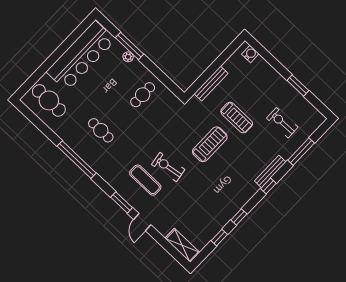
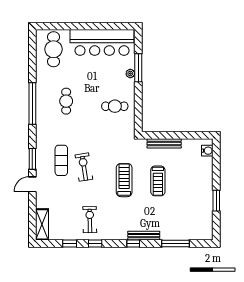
exercise bike: (282, 123) -> (90, 220), moved
treadmill: (210, 144) -> (124, 180), turned -90

